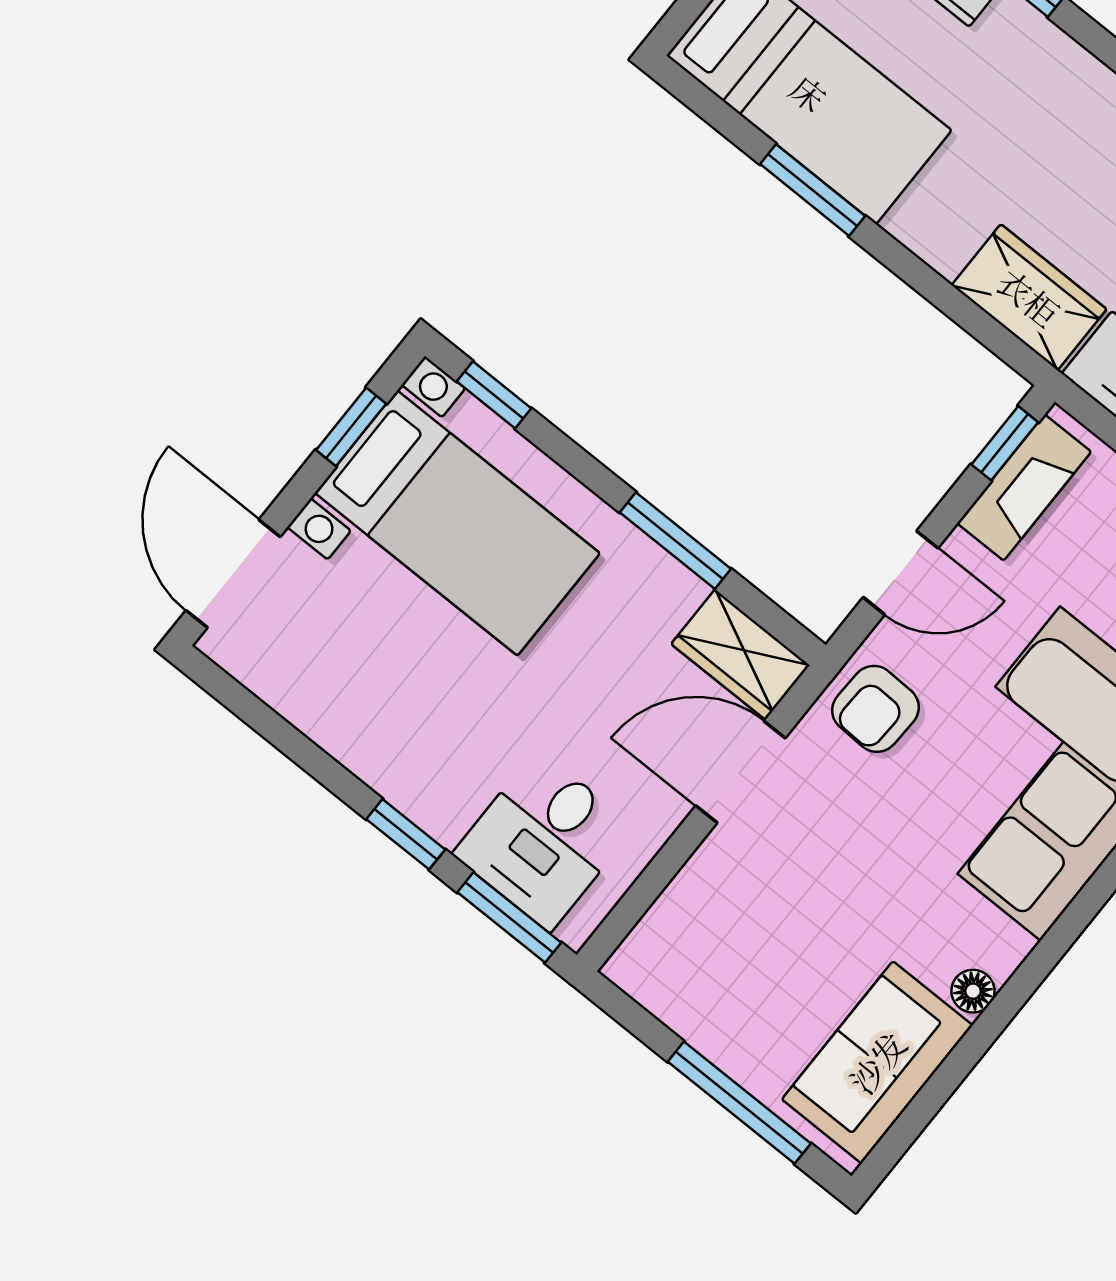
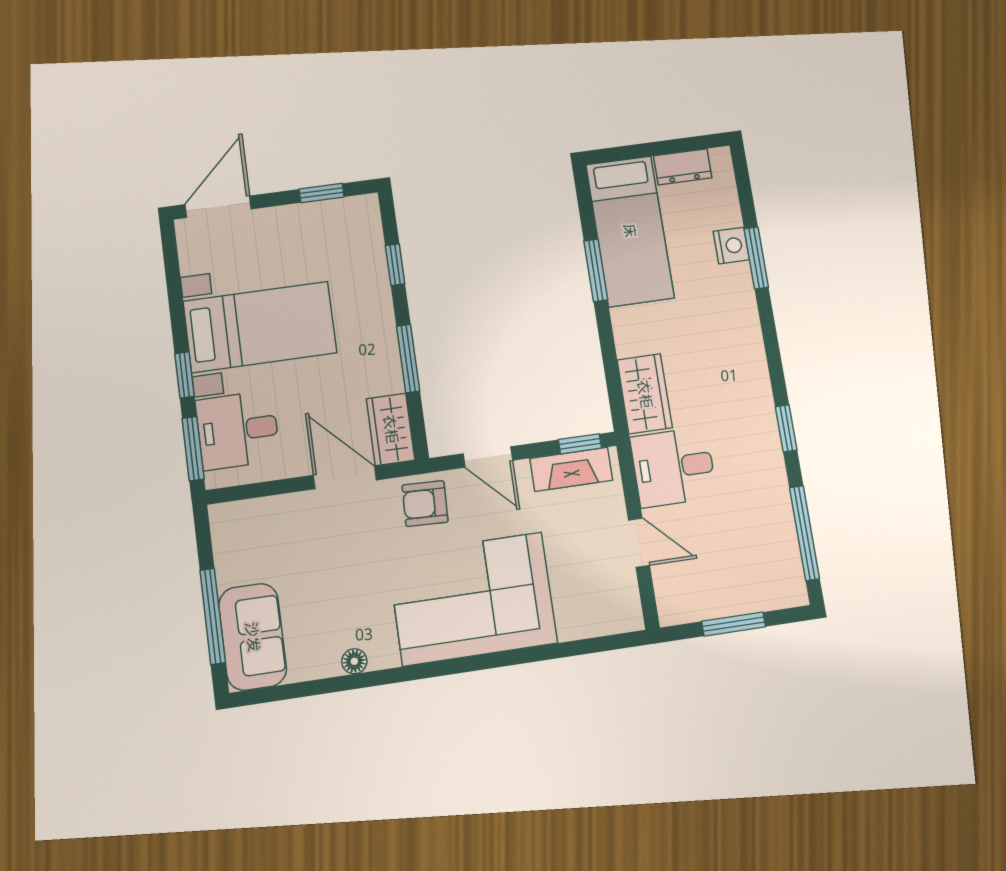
window: (494, 395) -> (395, 265), moved
bed with nightstands: (457, 523) -> (260, 327), moved, turned -90
sofa: (877, 1062) -> (253, 637), moved, turned 90

